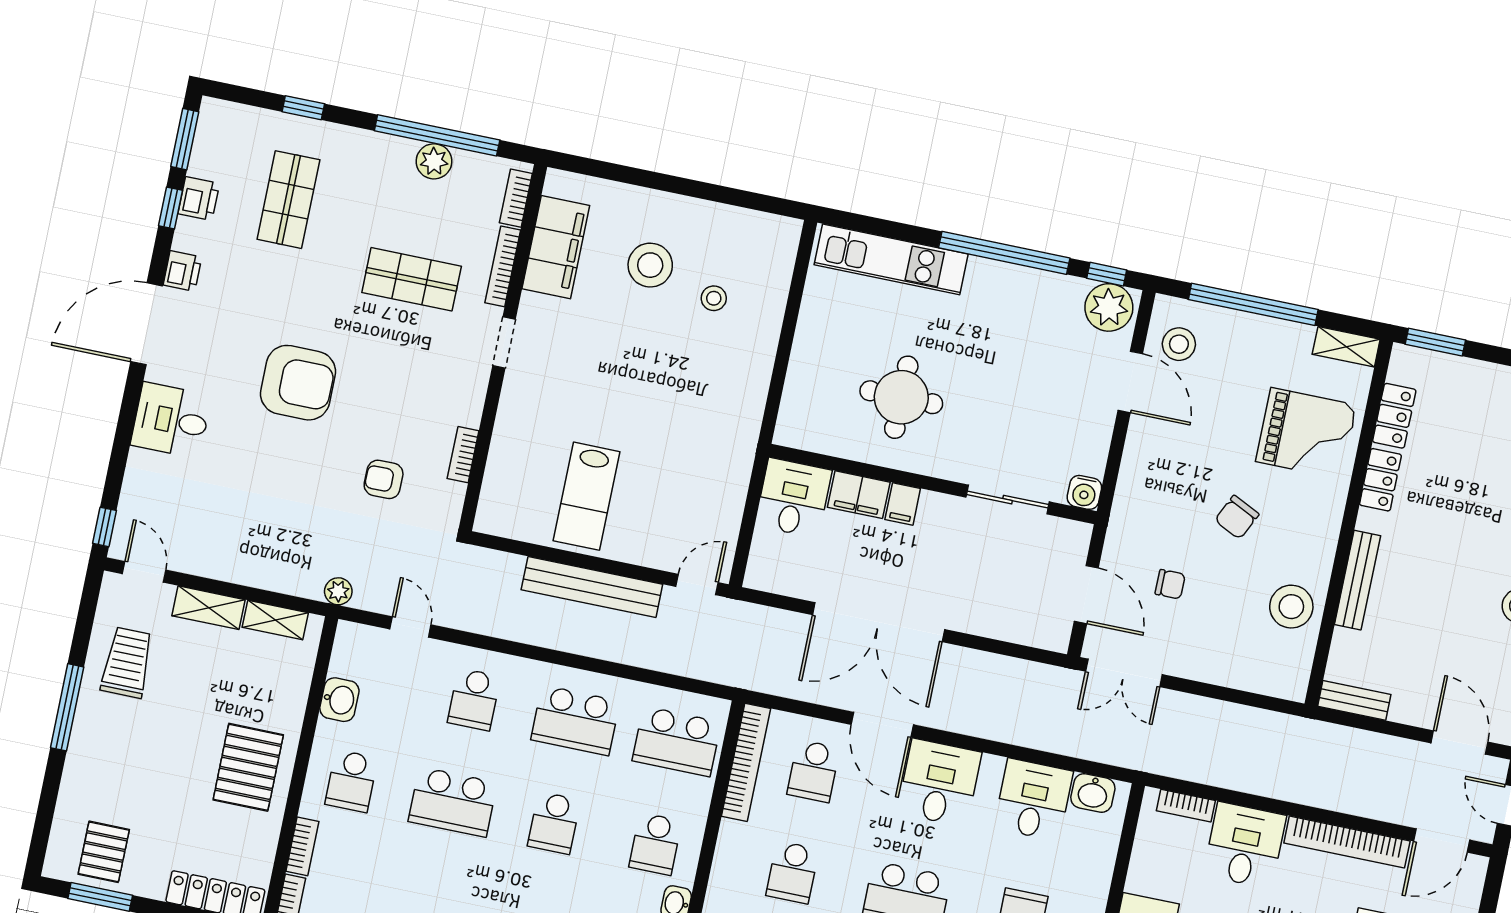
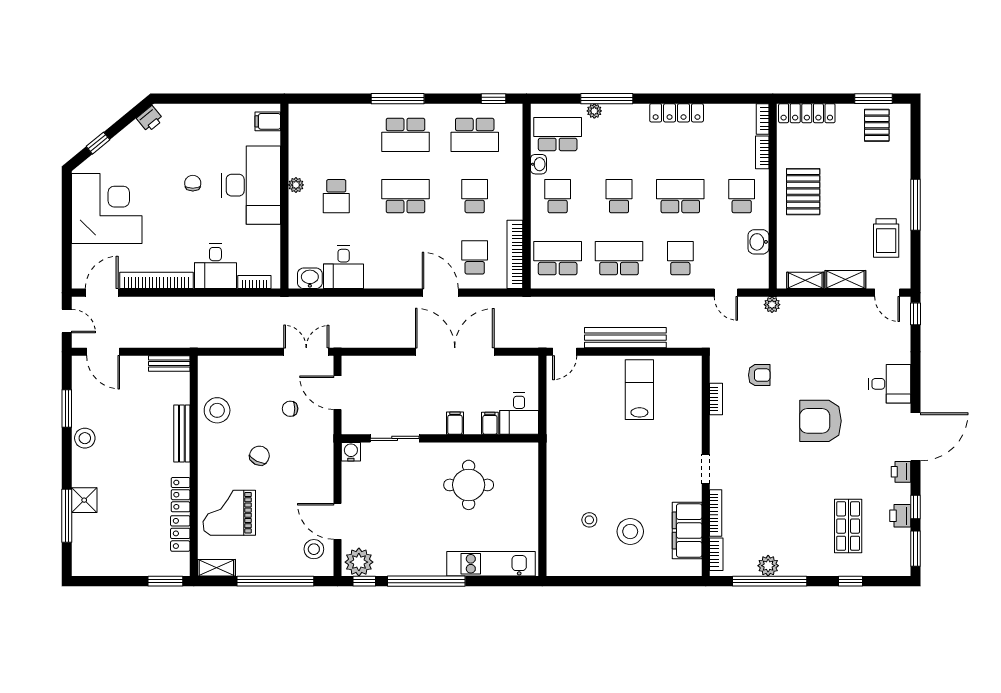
shop shelf: (412, 279) -> (767, 495), removed
filing cabinet: (859, 495) -> (490, 423), width x0.50
desk: (939, 783) -> (400, 266), removed

